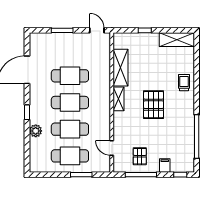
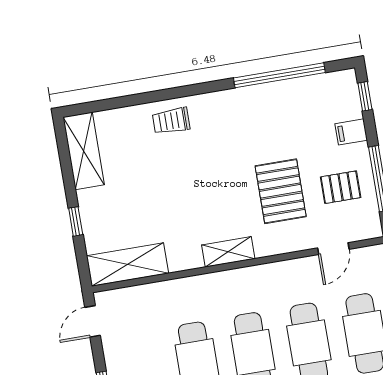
shelving: (121, 68) -> (128, 265), moved
pallet: (154, 105) -> (281, 191), moved, turned 90

